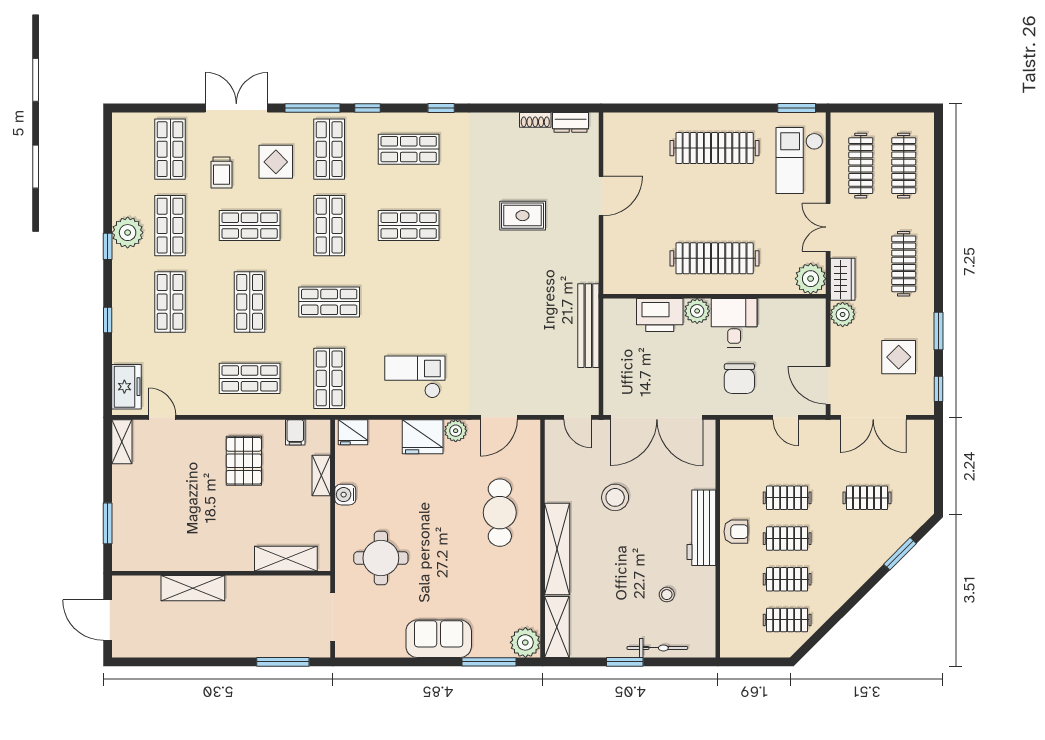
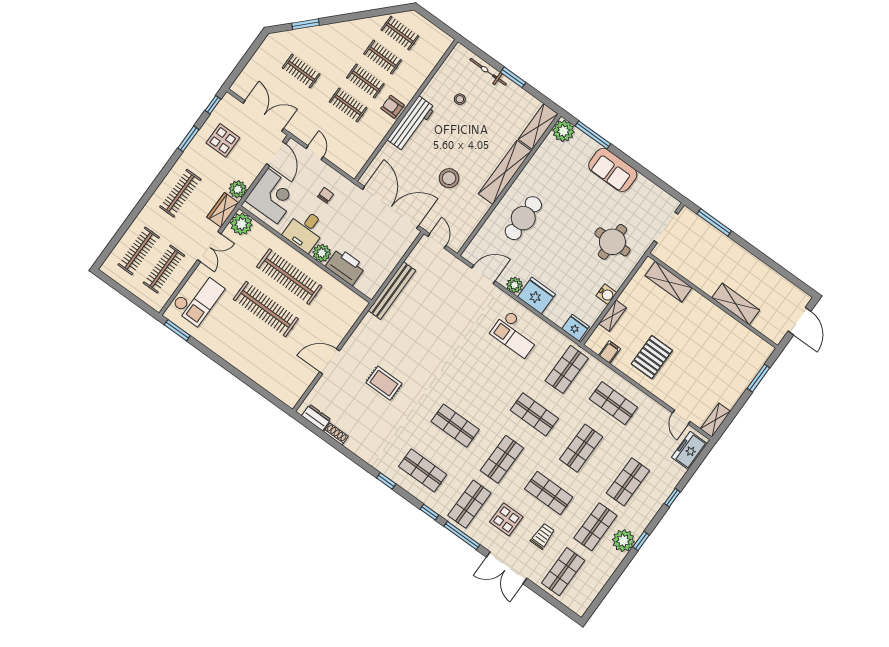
clothes rail: (715, 148) -> (266, 309), moved
corner desk: (798, 335) -> (273, 196), added
chair: (739, 379) -> (326, 195), width x0.54, depth x0.54

